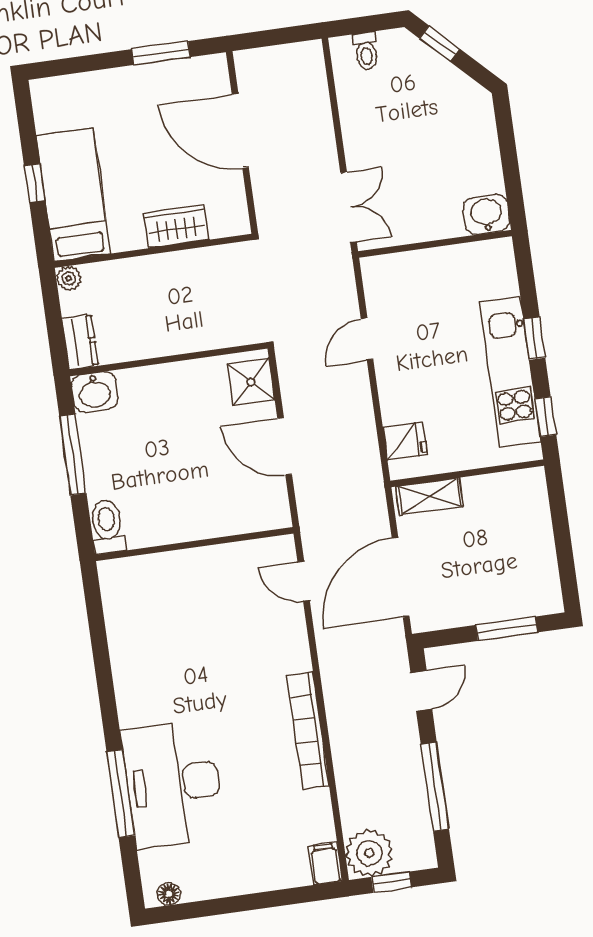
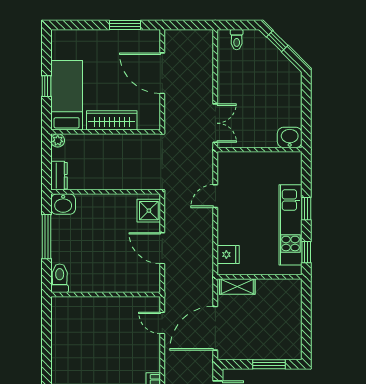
wardrobe: (176, 227) -> (112, 120), width x1.50

